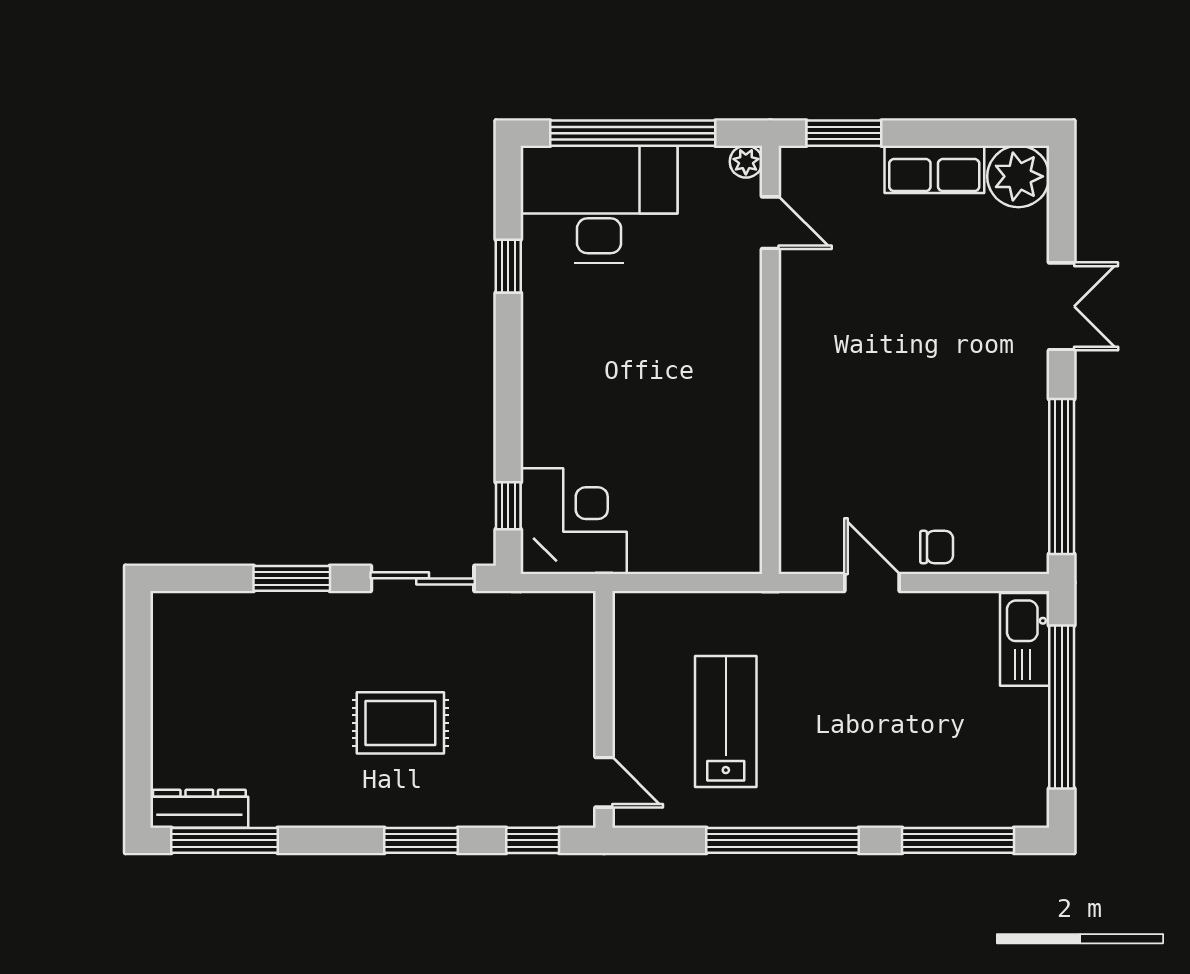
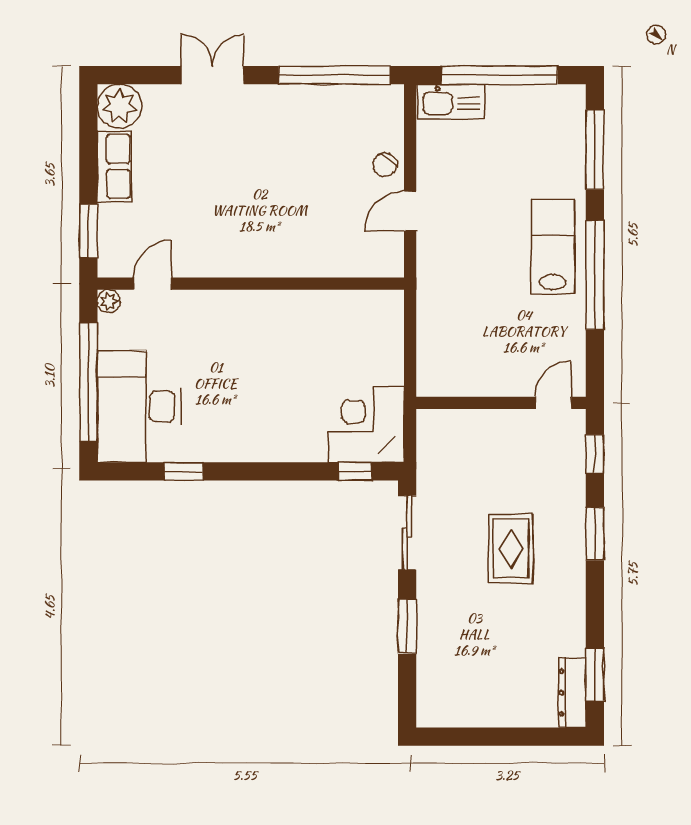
chair: (937, 547) -> (385, 165), turned -143
lab bench: (726, 722) -> (553, 246), moved, turned 90
window: (225, 840) -> (595, 675), width x0.69

